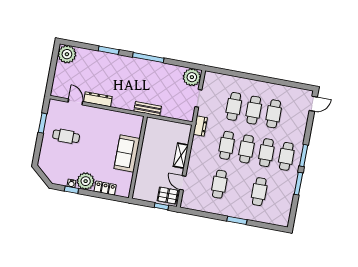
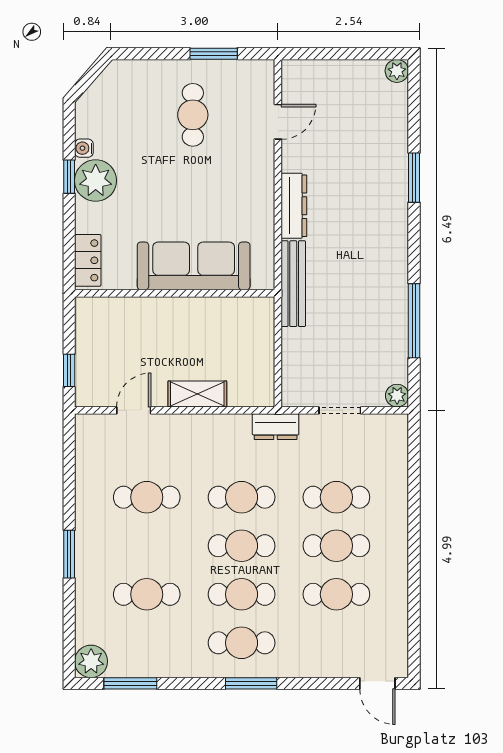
plant: (67, 54) -> (397, 71), width x0.53, depth x0.53
window: (148, 58) -> (414, 321), moved
plant: (192, 77) -> (397, 396), width x0.53, depth x0.53
dresser: (98, 99) -> (294, 206), moved
bench: (148, 109) -> (293, 284), width x1.36
sofa: (127, 153) -> (194, 266), width x1.36
window: (298, 184) -> (130, 683), moved
locker: (105, 188) -> (88, 260), moved
window: (71, 190) -> (69, 177), moved
pallet: (168, 196) -> (97, 380), removed
plant: (282, 220) -> (91, 661), added

